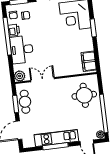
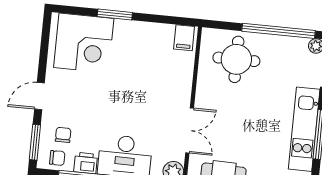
filing cabinet: (89, 61) -> (184, 38), width x0.50
double door: (43, 80) -> (190, 130), swing flipped

